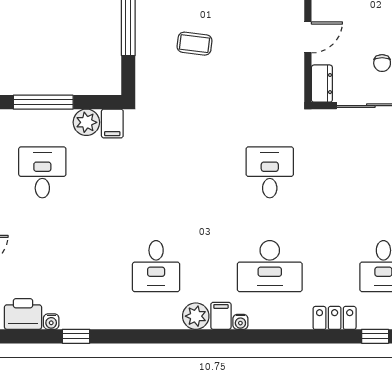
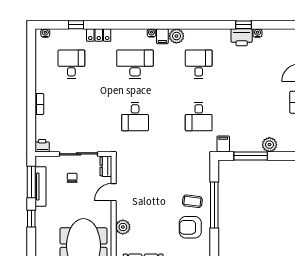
coffee table: (195, 44) -> (192, 201), moved
window: (43, 102) -> (251, 156), moved
plant: (86, 122) -> (269, 145), moved
desk: (42, 172) -> (199, 117), moved
printer: (23, 314) -> (242, 37), moved

